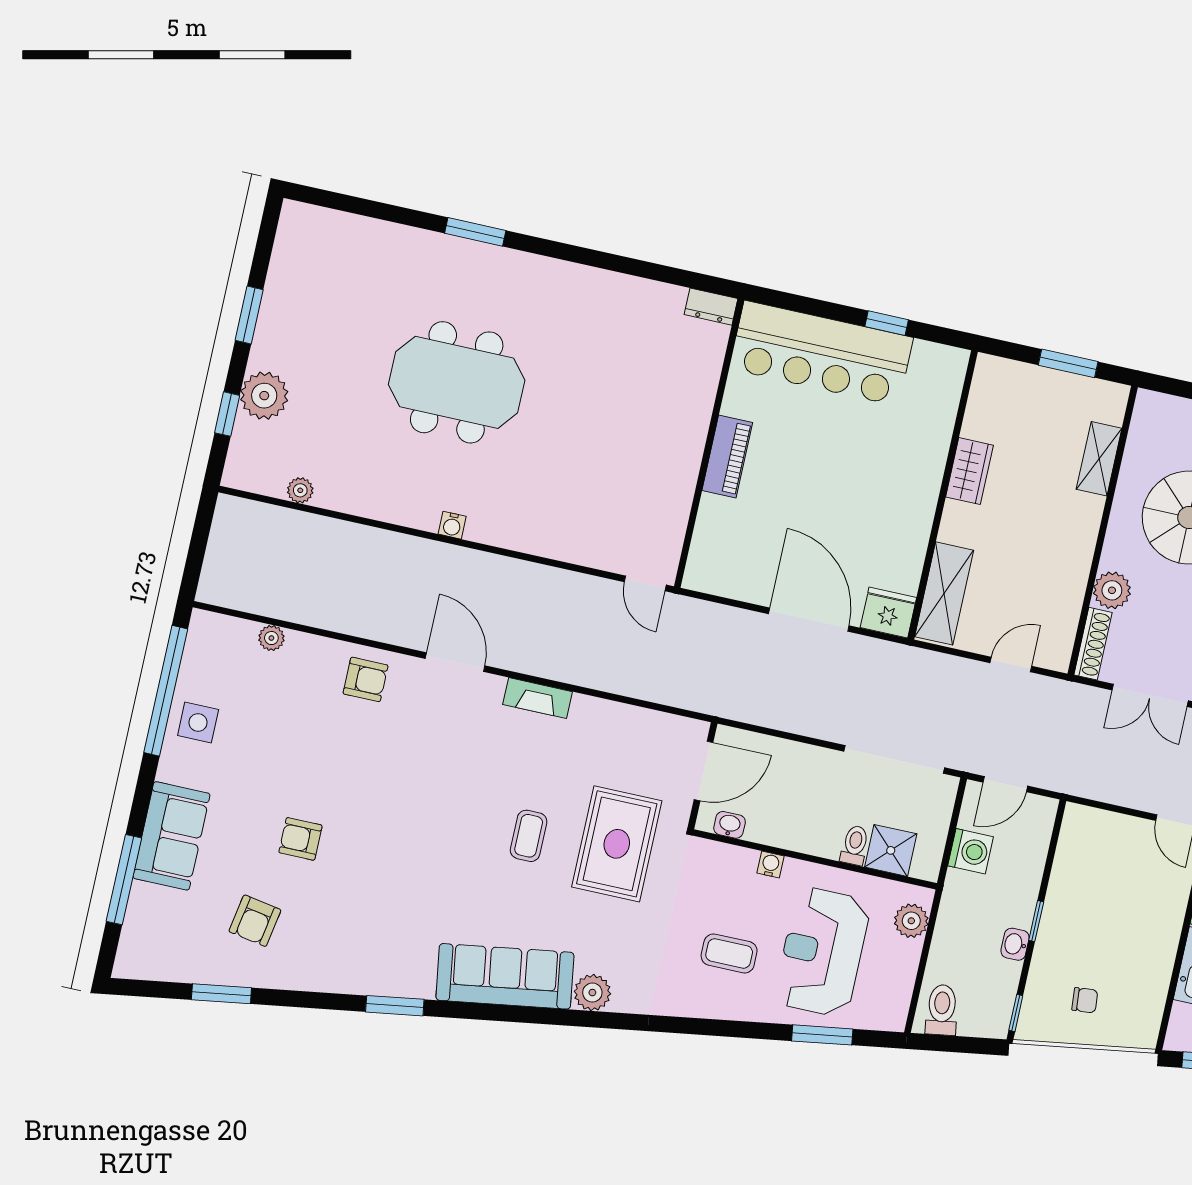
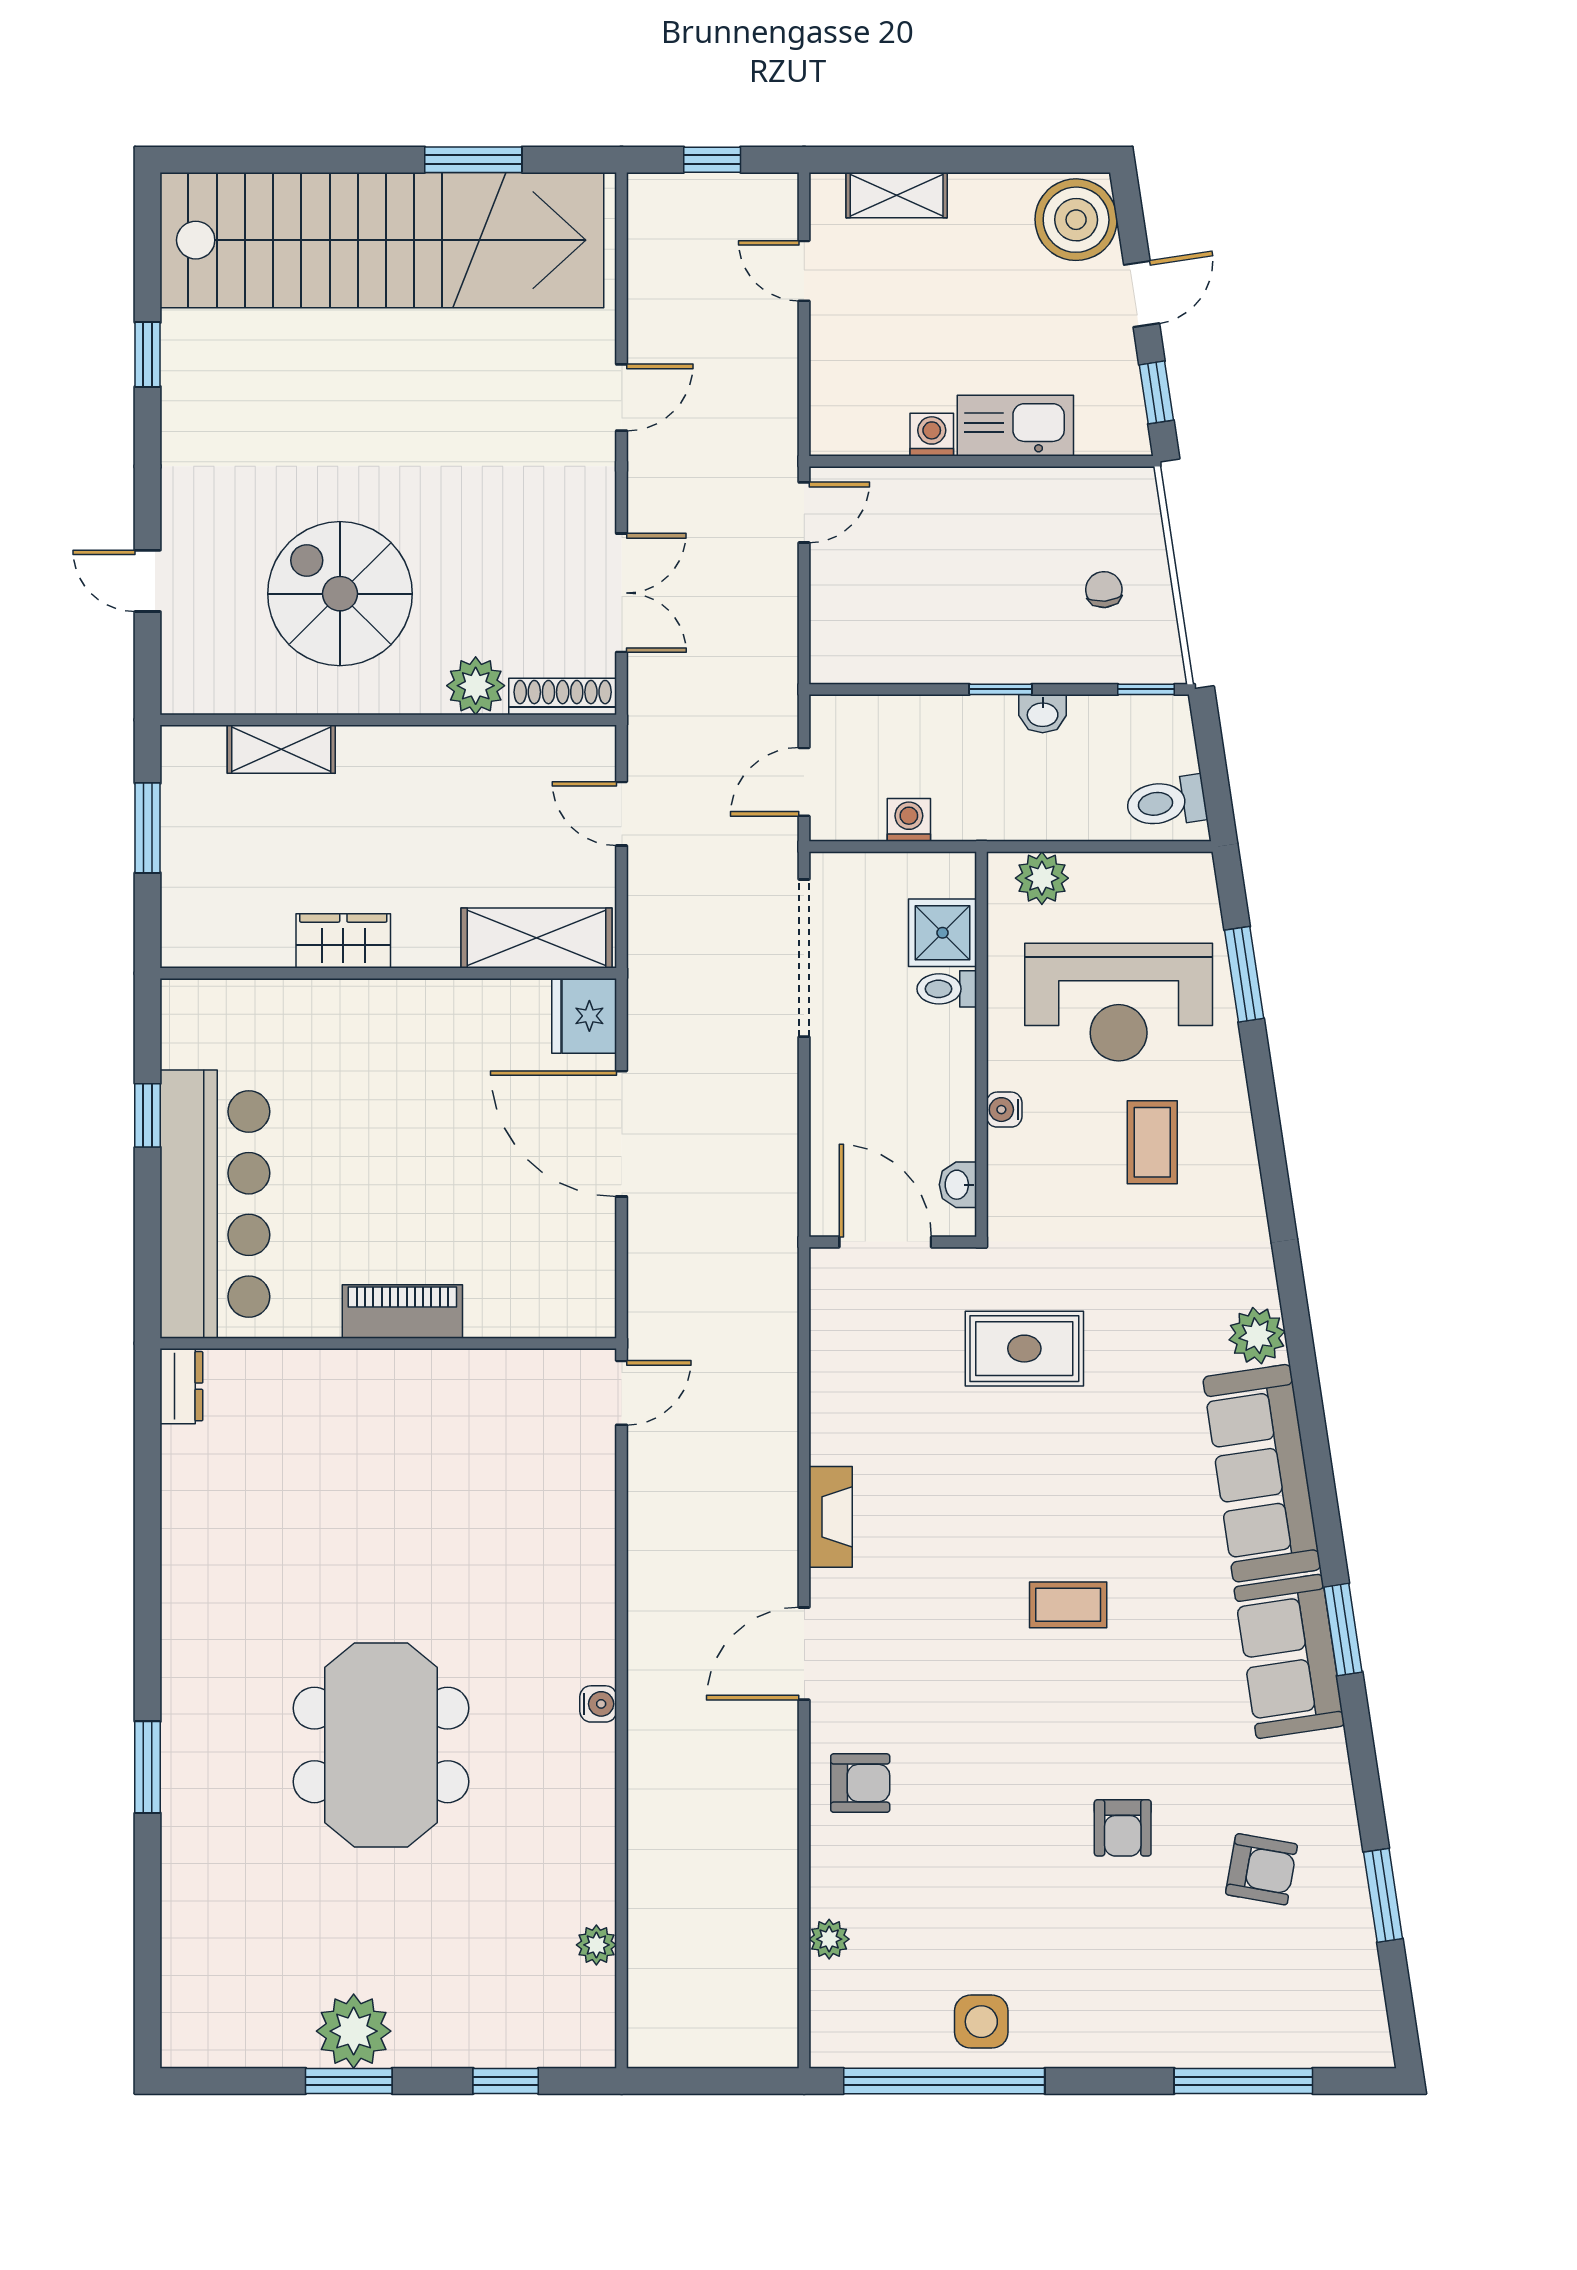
plant: (264, 396) -> (354, 2031), moved
door: (809, 620) -> (622, 1134), hinge flipped
armchair: (366, 679) -> (860, 1783), turned 90
door: (1005, 784) -> (804, 782), swing flipped
sofa: (171, 836) -> (1289, 1656), moved, turned -99
coffee table: (529, 836) -> (1068, 1605), moved
rug: (617, 844) -> (1024, 1349), width x0.73, depth x0.70
washing machine: (971, 851) -> (909, 820), width x0.73, depth x0.73

